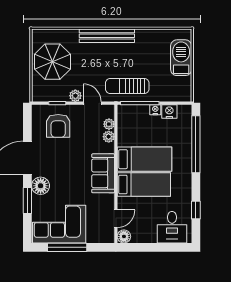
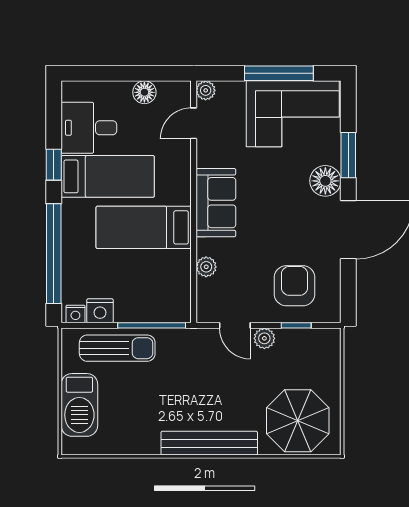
parasol: (52, 62) -> (298, 421), moved
sun lounger: (127, 86) -> (117, 348), moved
nightstand: (155, 110) -> (75, 314), moved
plant: (109, 124) -> (206, 90), moved
bed: (144, 184) -> (108, 176), moved, turned 180
window: (196, 210) -> (54, 165), moved
desk: (172, 227) -> (89, 128), moved, turned -90
floor lamp: (124, 236) -> (144, 92), moved

